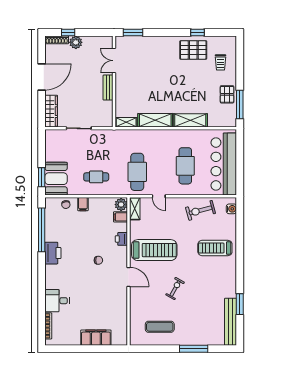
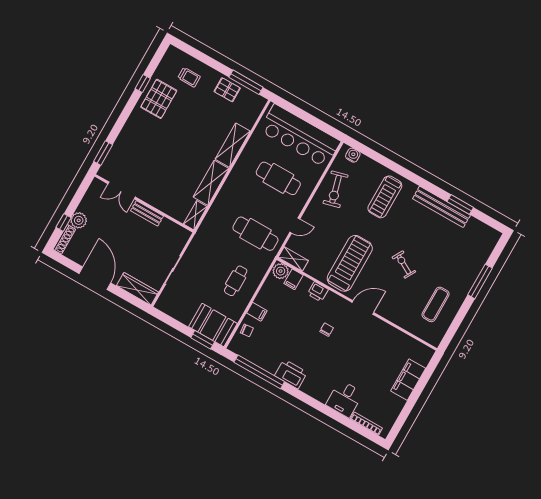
bench: (231, 322) -> (441, 207), moved

